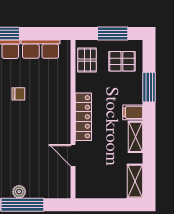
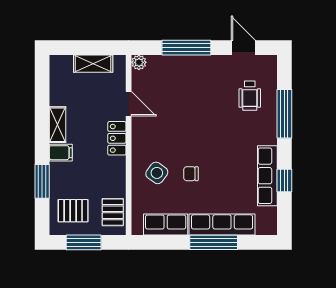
side table: (48, 95) -> (157, 173), added
locker: (83, 117) -> (117, 138), width x0.66
shelving: (135, 181) -> (93, 64), moved, turned 90
plant: (19, 192) -> (139, 62), moved

